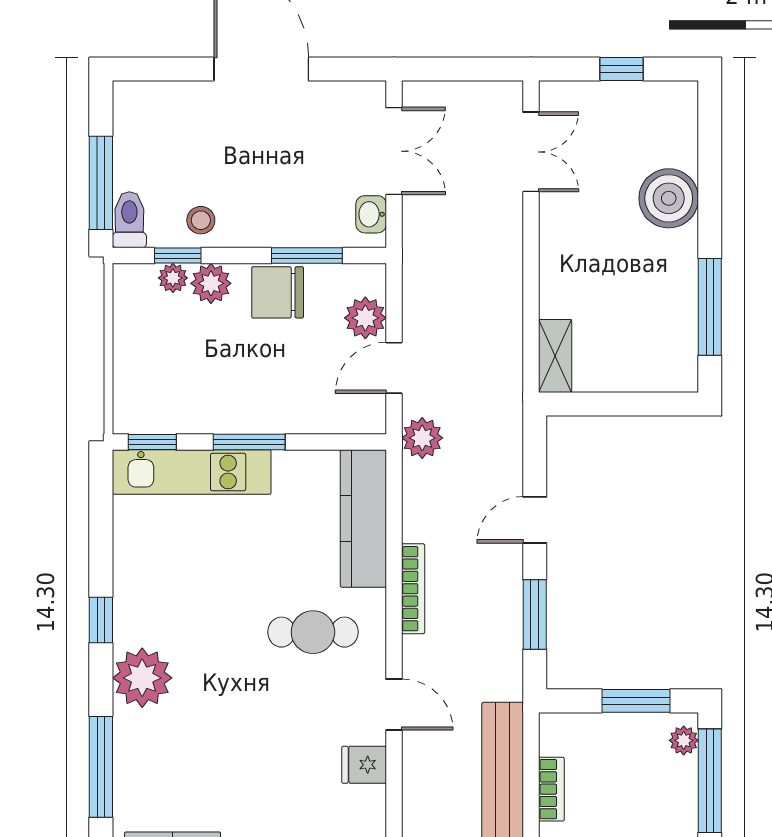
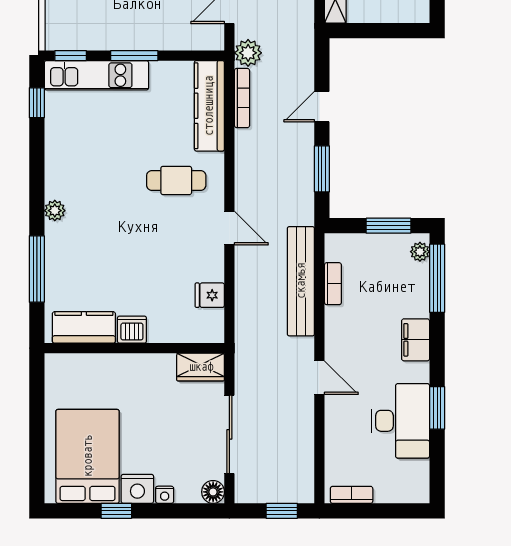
bookcase: (413, 589) -> (242, 98), moved
window: (101, 620) -> (37, 103), moved
plant: (142, 678) -> (55, 211), width x0.53, depth x0.53
fridge: (364, 765) -> (210, 295), moved

